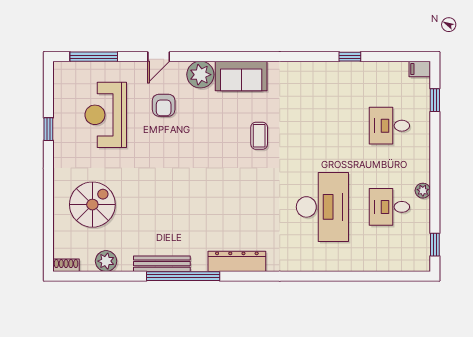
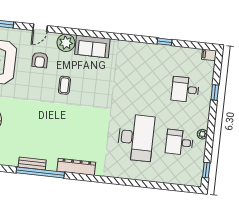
window: (435, 100) -> (215, 92), moved
coffee table: (259, 136) -> (64, 85), moved
bench: (162, 264) -> (32, 163), width x0.73

